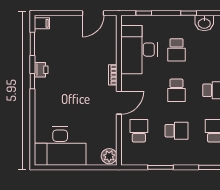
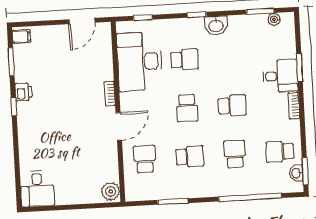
school desk: (176, 50) -> (184, 60), turned -90
desk: (60, 146) -> (37, 189), width x0.53, depth x0.77

